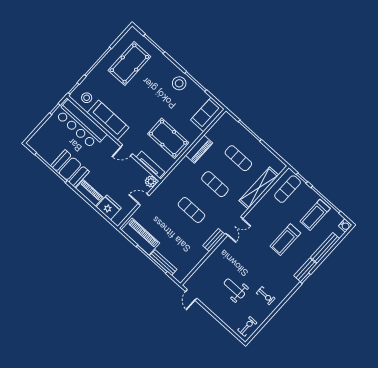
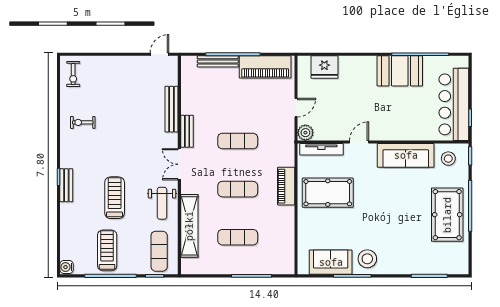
pool table: (129, 64) -> (447, 215), moved
sofa: (207, 114) -> (331, 262), moved, turned -90
bar counter: (81, 124) -> (454, 104), moved, turned -90
piano: (199, 149) -> (286, 186), moved
piano: (89, 193) -> (357, 64), removed
bench: (325, 248) -> (172, 109), moved
weight bench: (234, 288) -> (162, 203), moved, turned 90
door: (191, 295) -> (159, 54), hinge flipped

